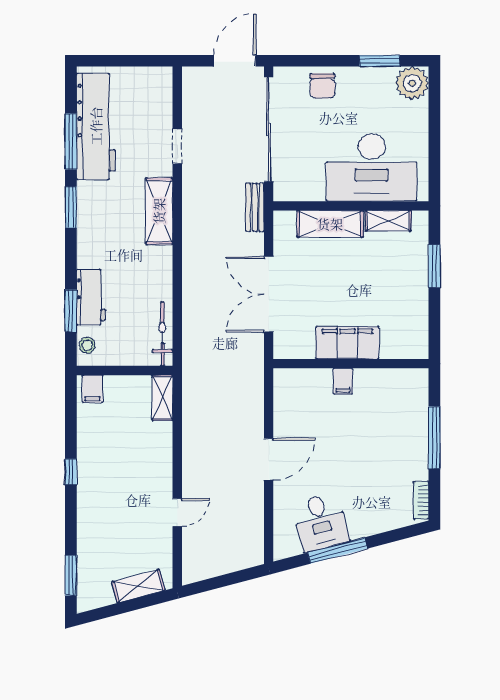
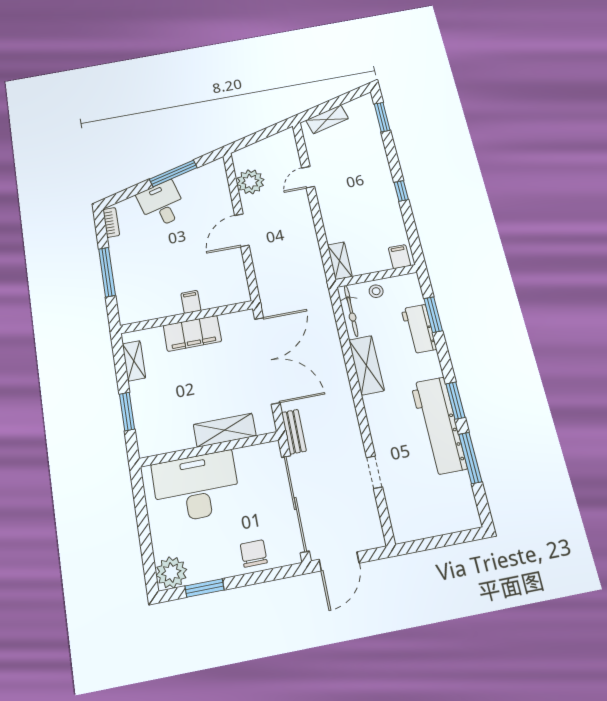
workbench: (96, 126) -> (439, 426), moved
shelving: (159, 211) -> (366, 365), moved
shelving: (388, 221) -> (134, 361), moved, turned 90
double door: (269, 294) -> (267, 360), width x1.36
stool: (87, 345) -> (376, 291), moved
plant: (247, 520) -> (250, 182), added
desk: (321, 522) -> (162, 204), moved

